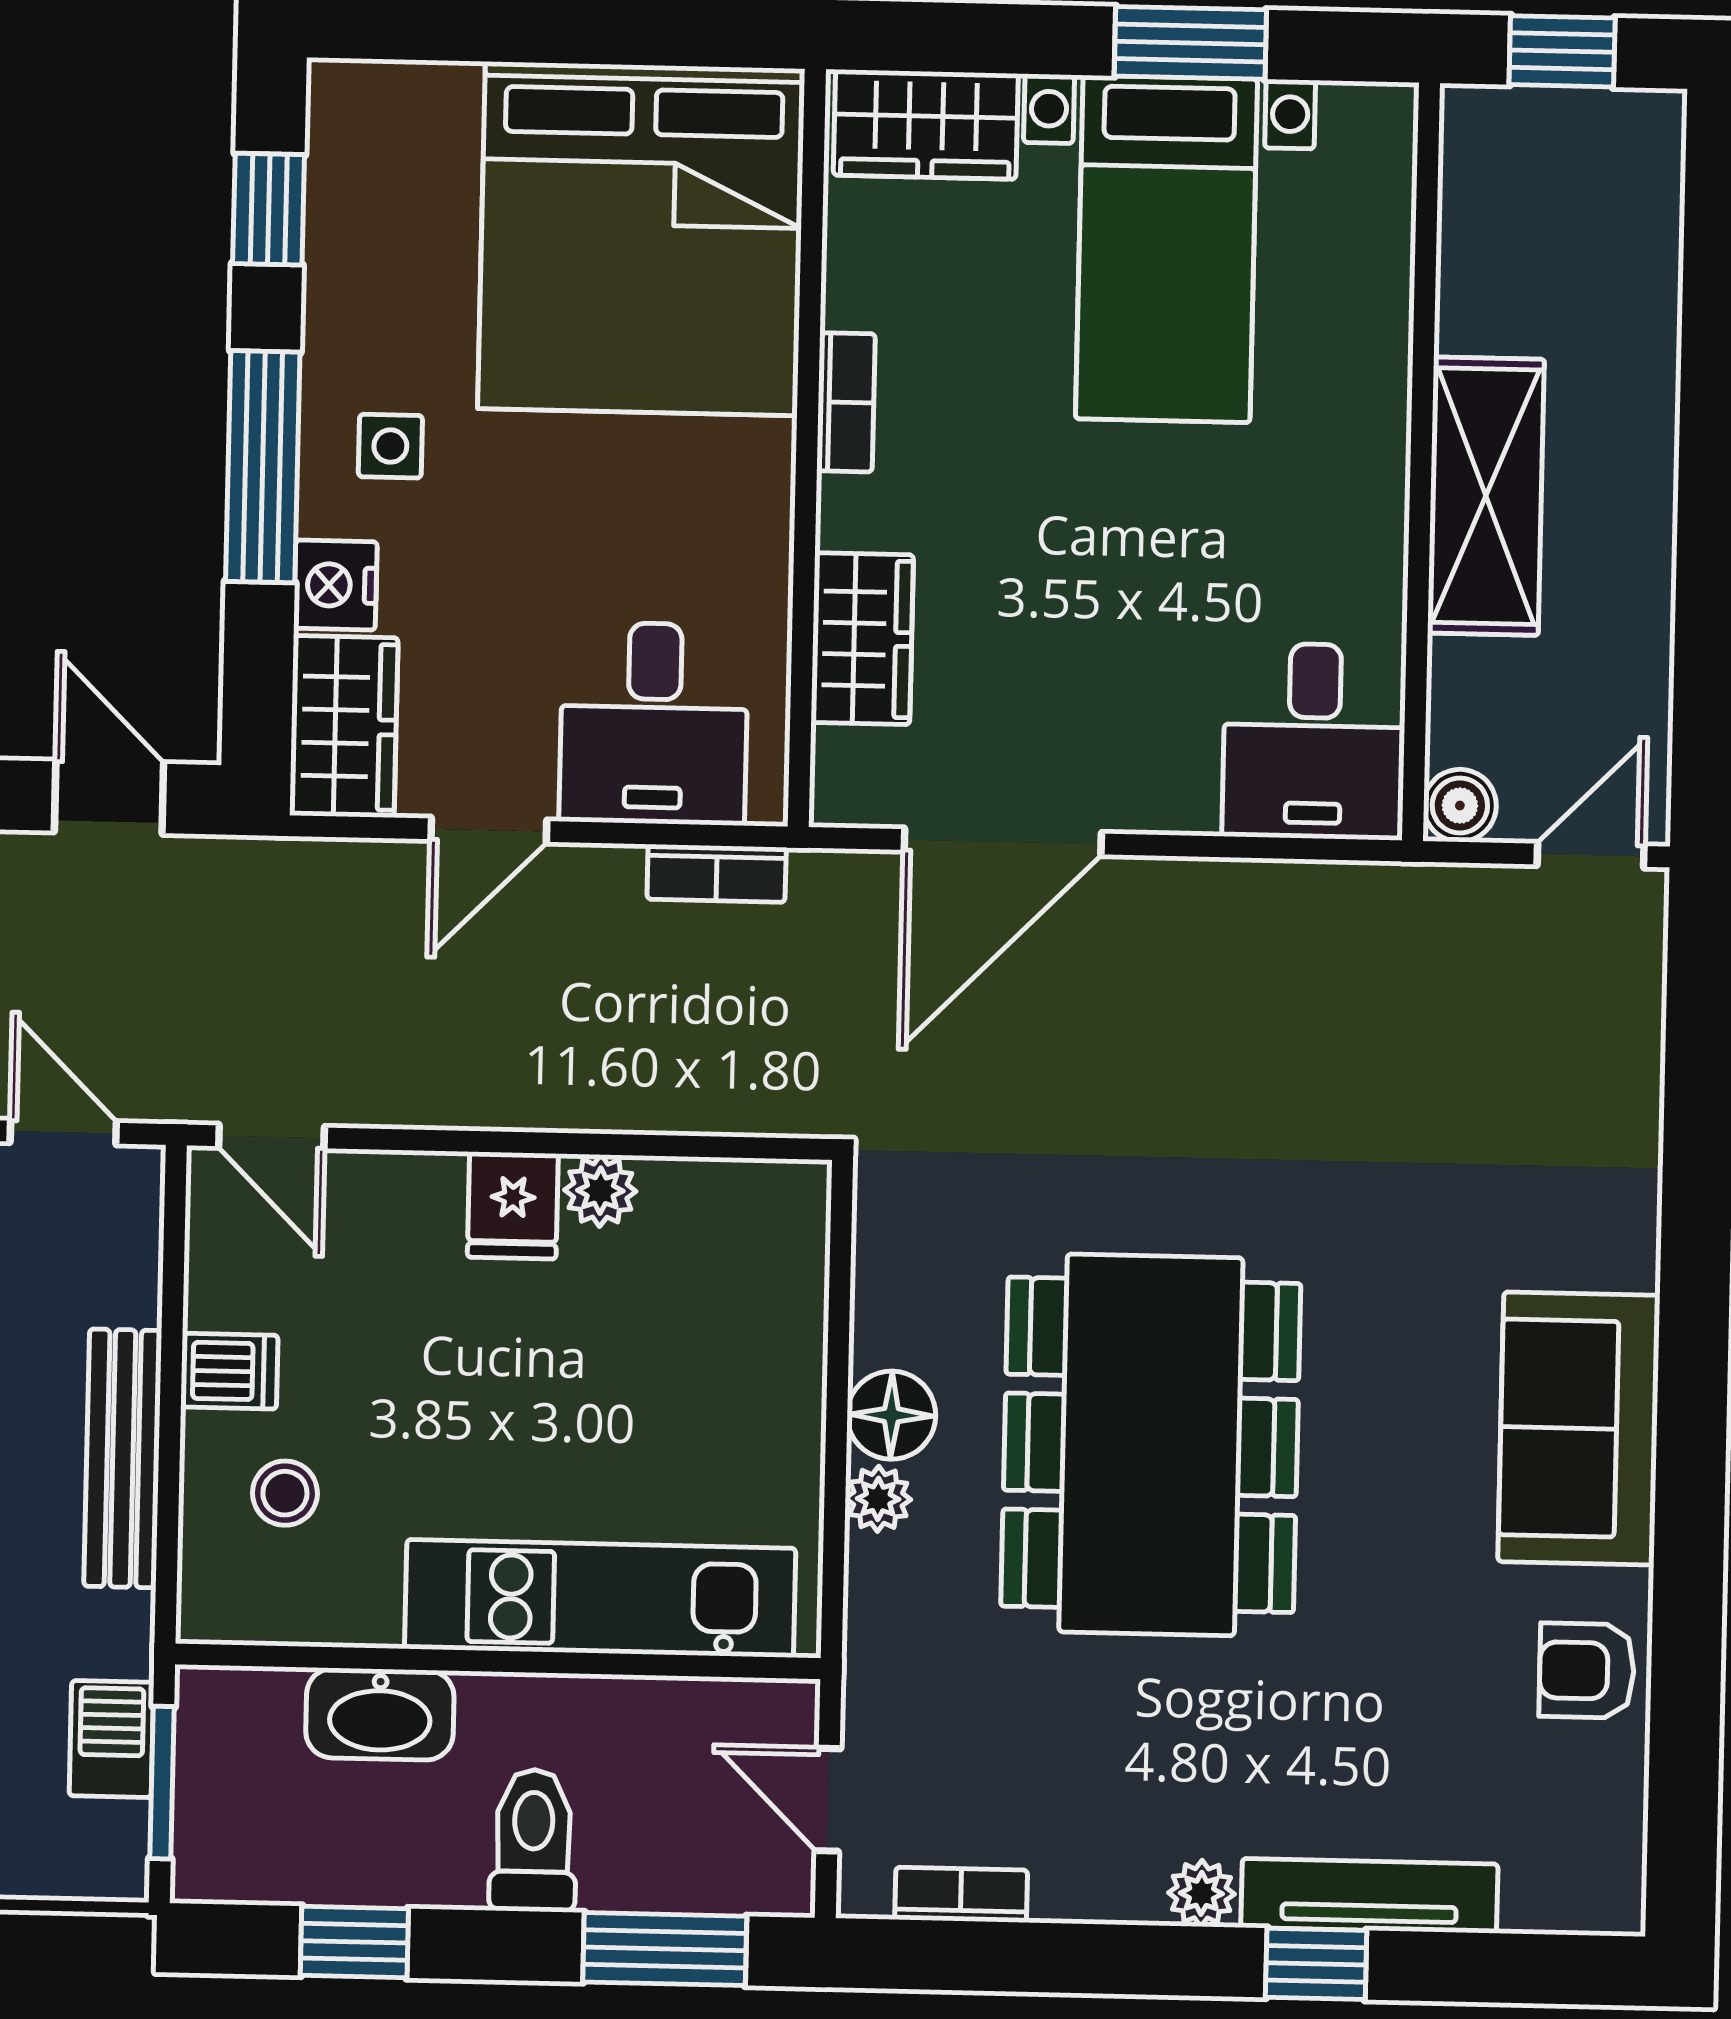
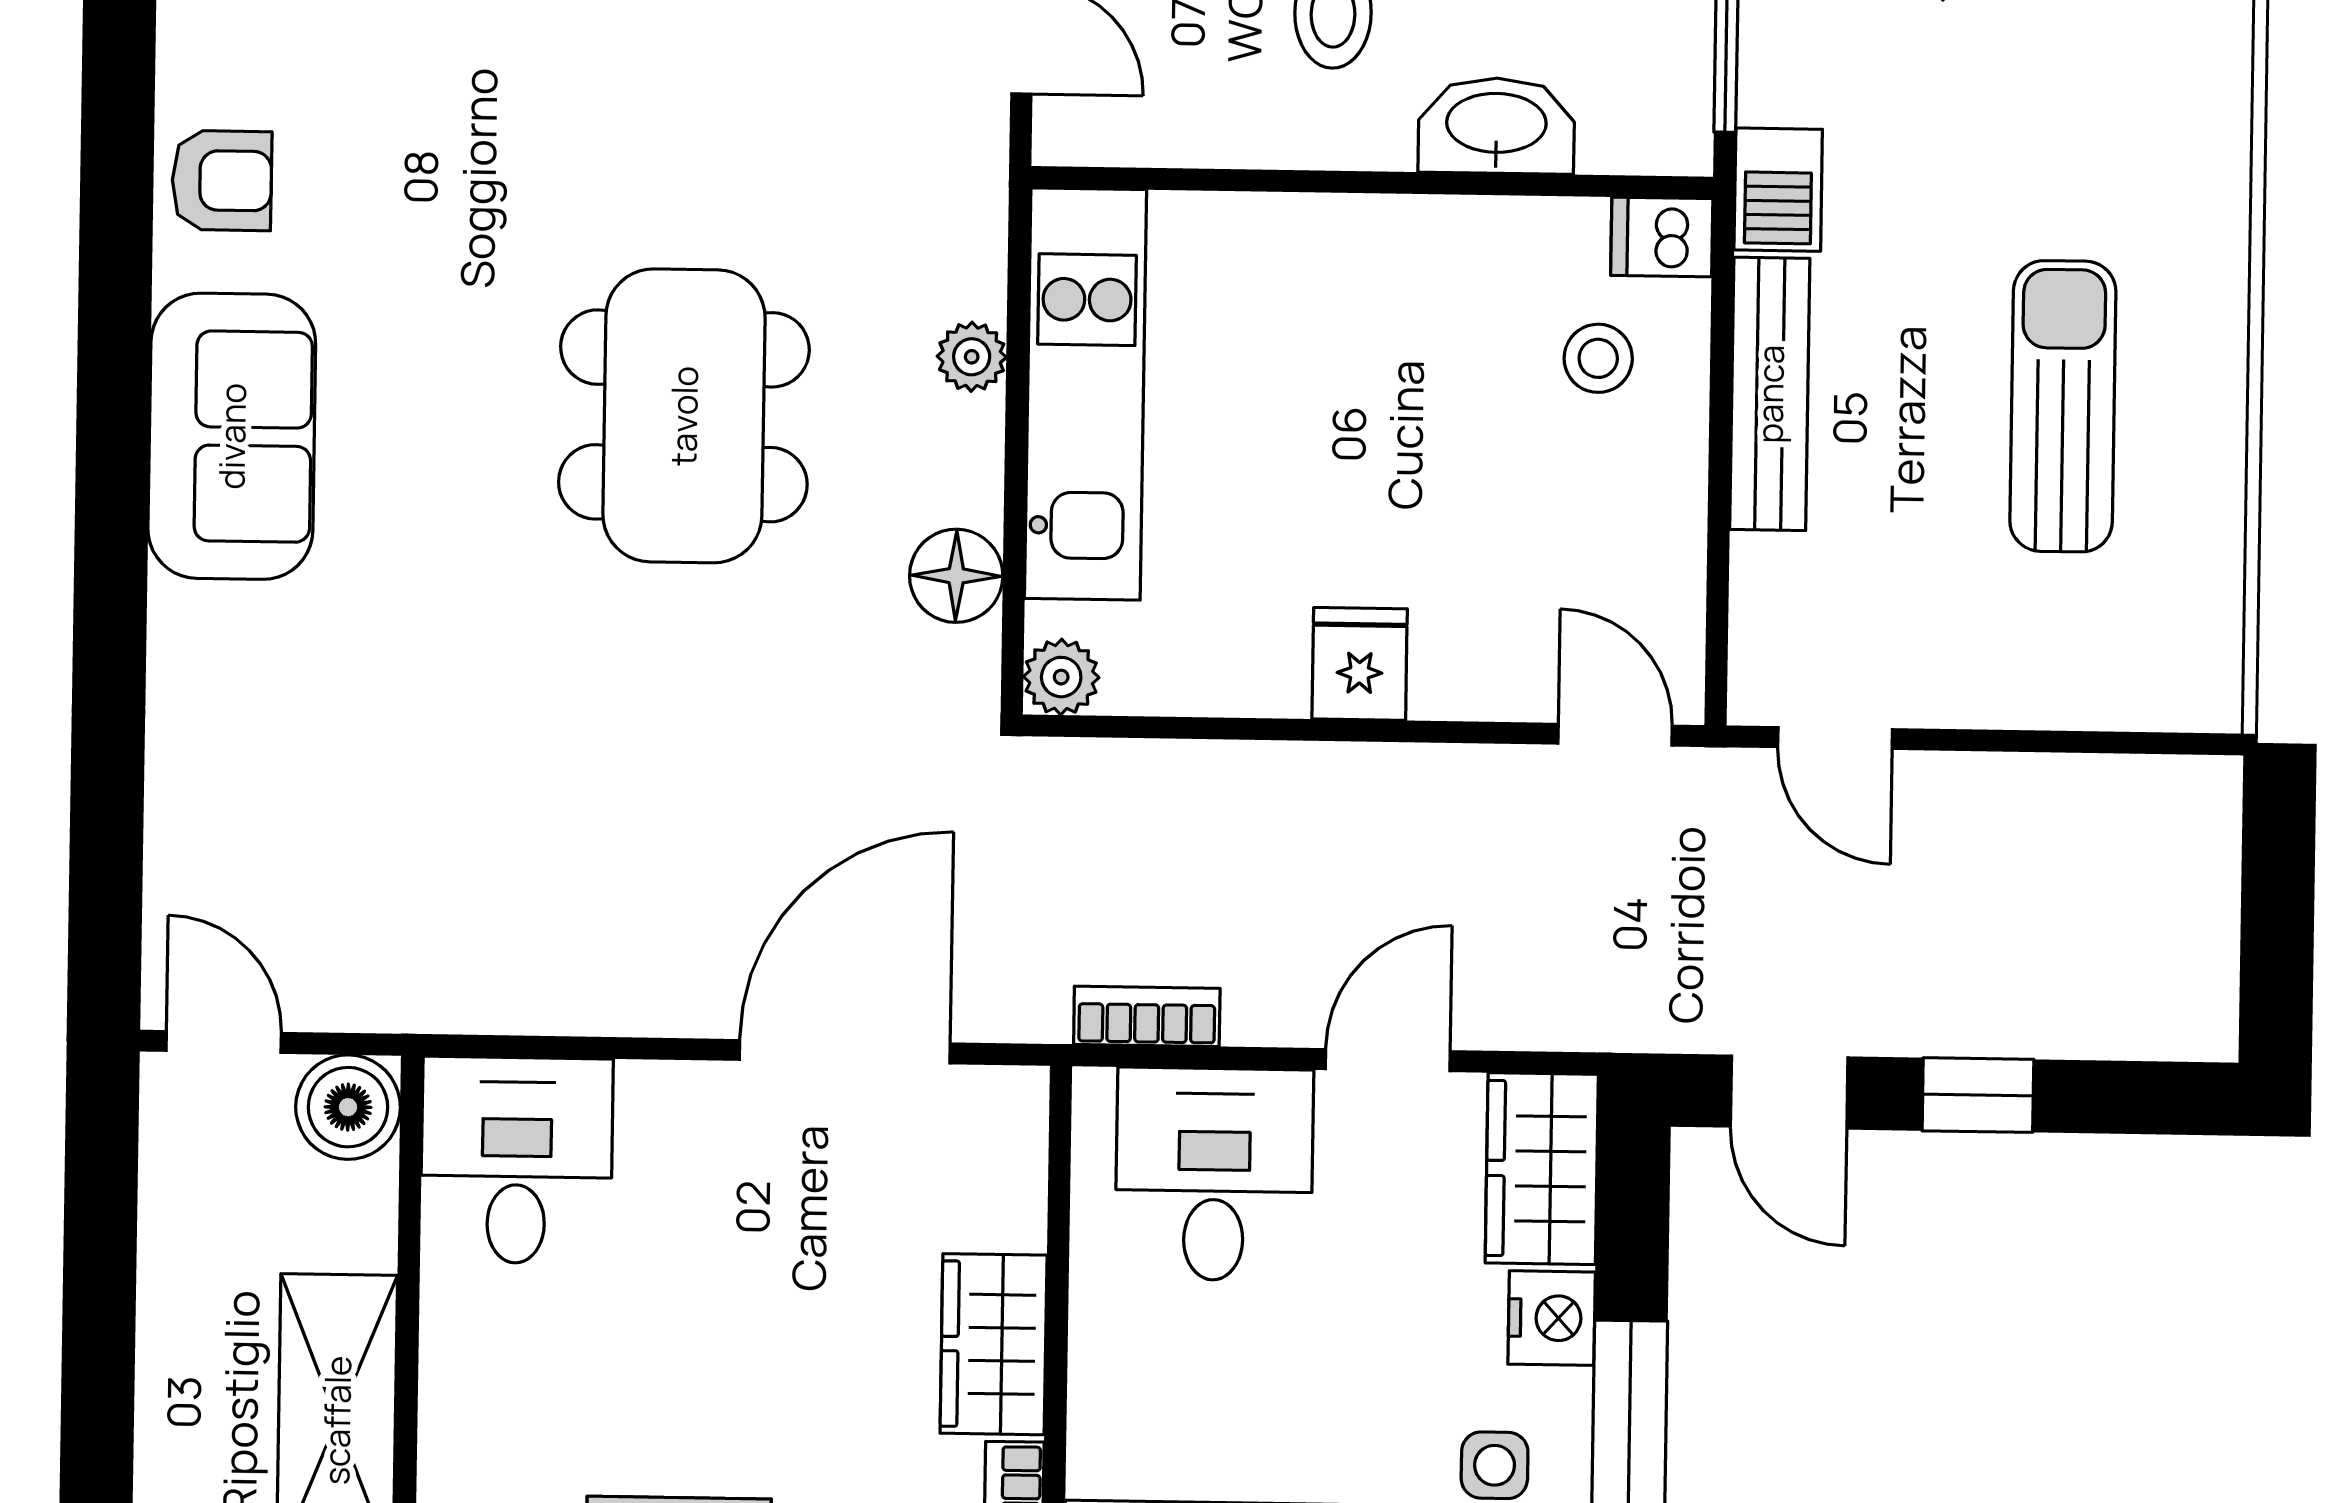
wardrobe: (862, 639) -> (994, 1344), moved
boiler: (1460, 806) -> (348, 1107), width x1.36, depth x1.36
door: (1591, 855) -> (224, 1042), swing flipped
plant: (600, 1191) -> (1061, 677), moved
dishwasher: (229, 1371) -> (1662, 237), moved
floor lamp: (891, 1415) -> (956, 576), moved
dining table: (1151, 1445) -> (684, 416), width x0.73, depth x0.80
kitchen unit: (600, 1598) -> (1086, 394), moved, turned -90
barbecue: (112, 1739) -> (1778, 190), moved

